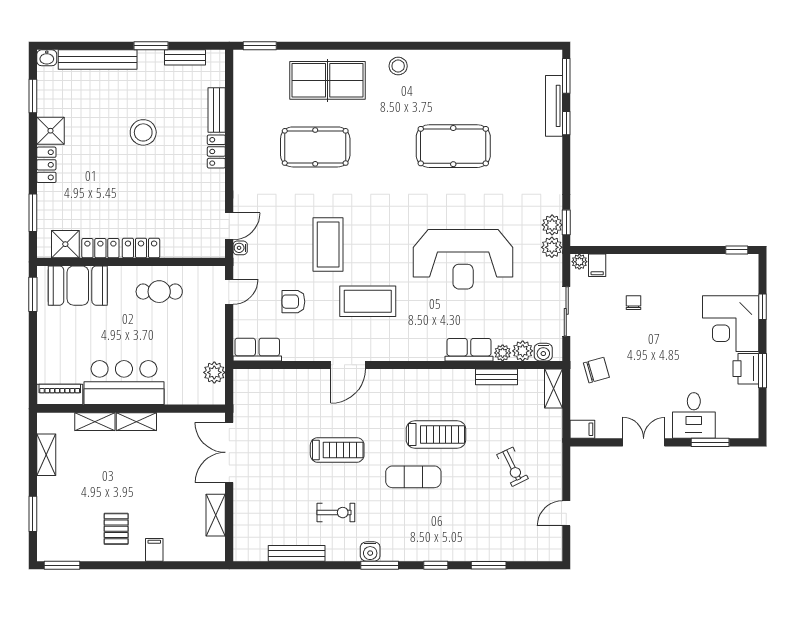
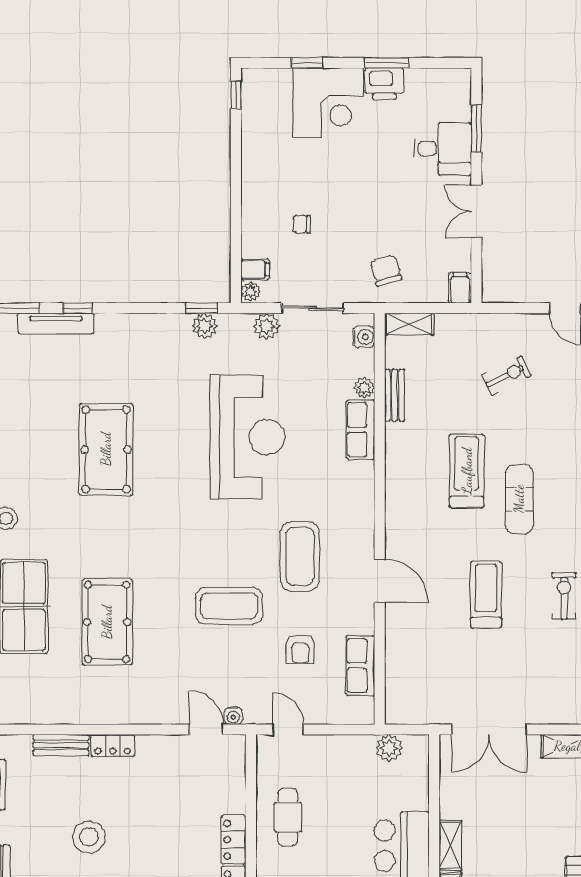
plant: (552, 247) -> (267, 326), moved
row of seats: (257, 350) -> (360, 666), moved
plant: (523, 351) -> (362, 363), removed

